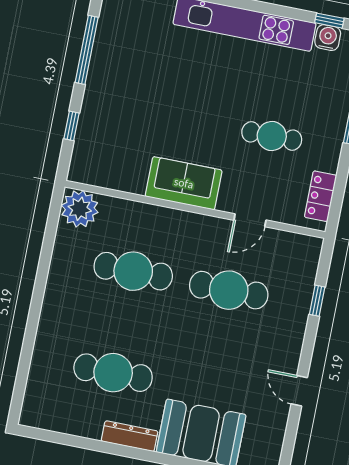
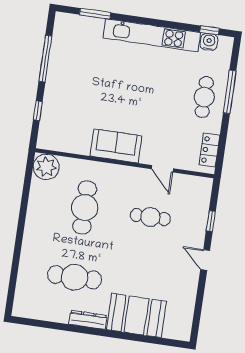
cafe table: (272, 136) -> (204, 97), moved, turned 90
door: (250, 220) -> (162, 169), hinge flipped
cafe table: (133, 271) -> (85, 207), turned 90
cafe table: (229, 290) -> (150, 217), width x0.73, depth x0.74
door: (299, 391) -> (205, 260), moved

